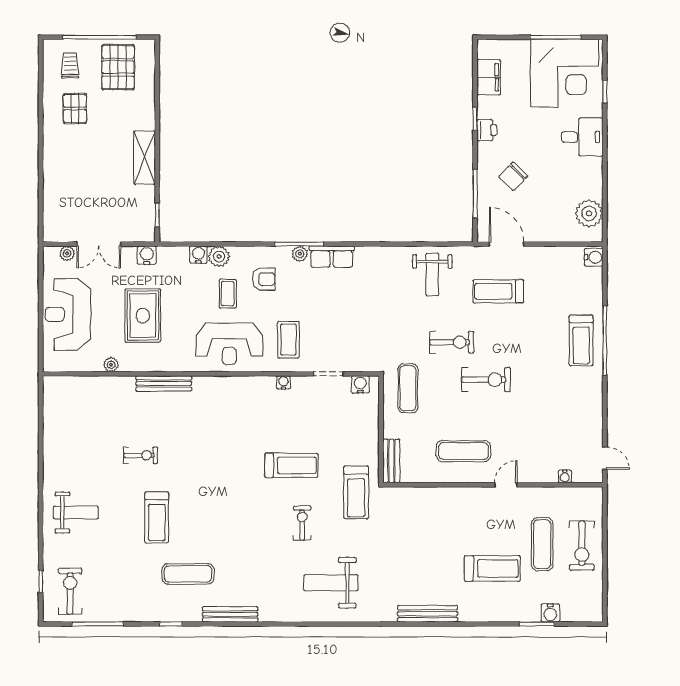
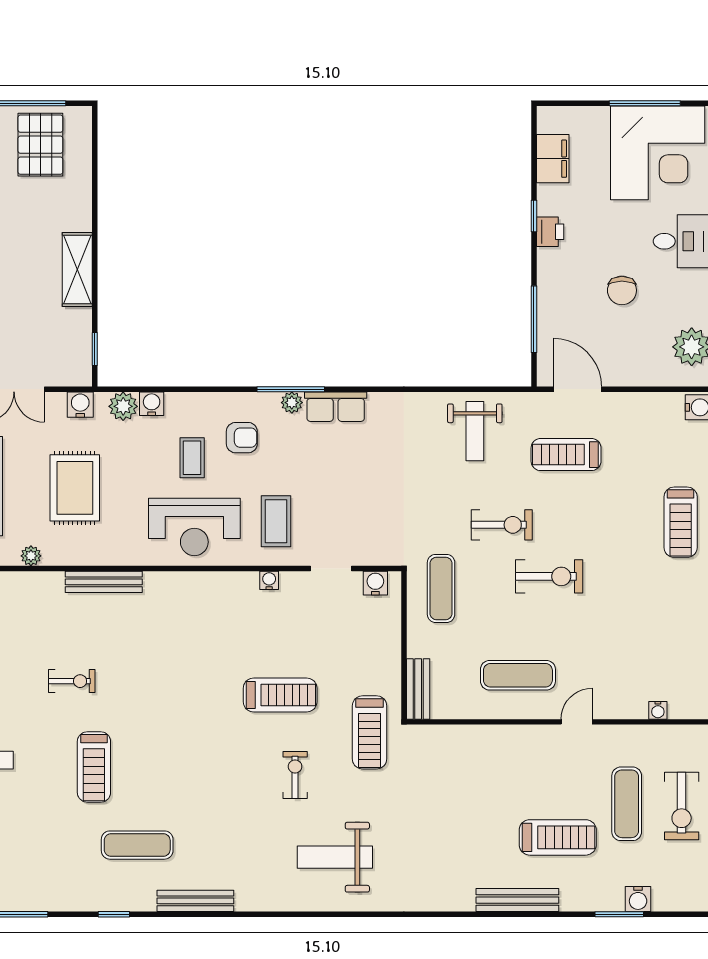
chair: (513, 176) -> (622, 290), moved, turned -44
plant: (219, 256) -> (123, 406), moved
bench: (428, 614) -> (517, 900), moved

